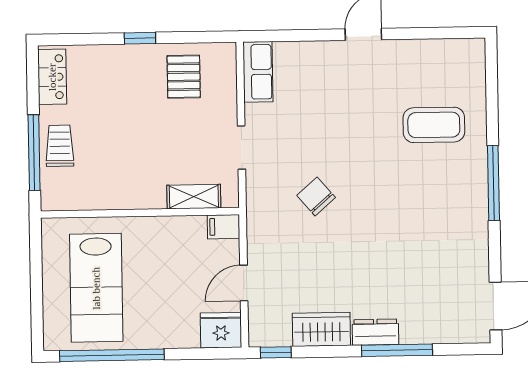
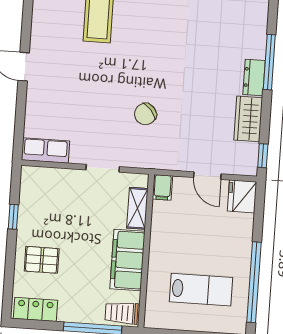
window: (140, 38) -> (13, 217), moved
pallet: (184, 77) -> (42, 260), moved
trolley: (60, 146) -> (122, 313), moved
filing cabinet: (126, 190) -> (127, 260), added
lab bench: (96, 288) -> (201, 290), width x0.73, depth x0.72

